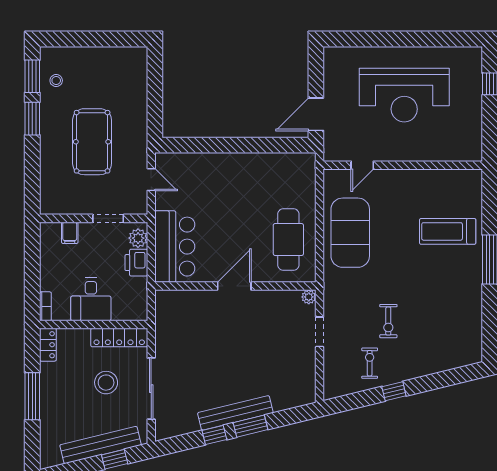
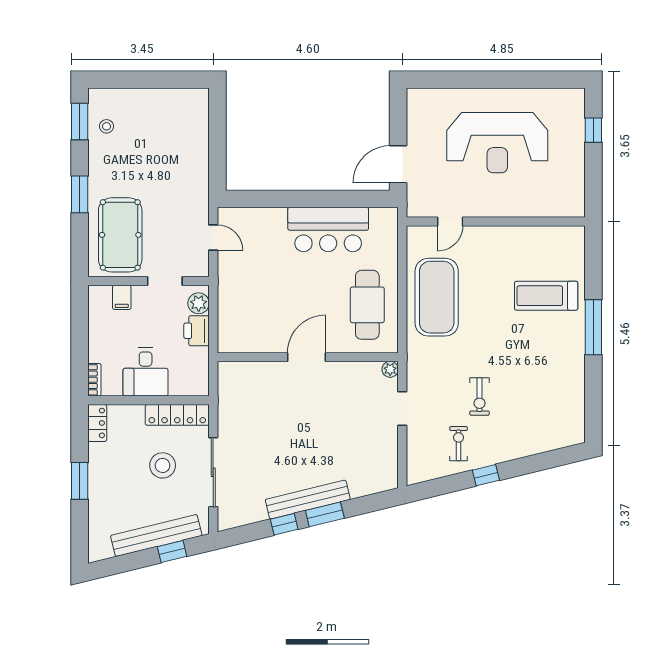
window: (32, 119) -> (80, 194), moved
pool table: (92, 142) -> (120, 235), moved
bar counter: (175, 247) -> (328, 229), moved, turned 90
window: (32, 396) -> (80, 481), width x0.69

